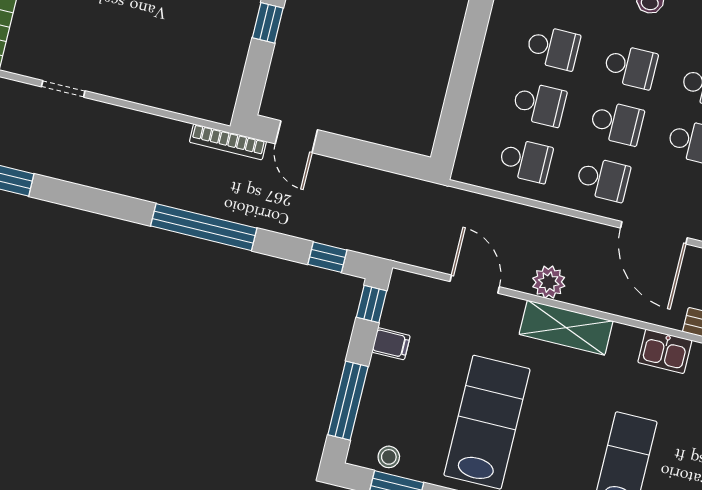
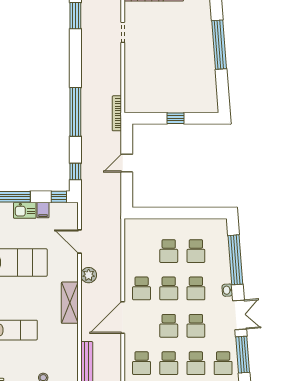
door: (296, 137) -> (127, 163), moved
school desk: (526, 160) -> (142, 251), removed
door: (475, 284) -> (79, 242), swing flipped
shelving: (566, 328) -> (70, 303), moved
kitchen sink: (665, 351) -> (25, 210), moved, turned -90

